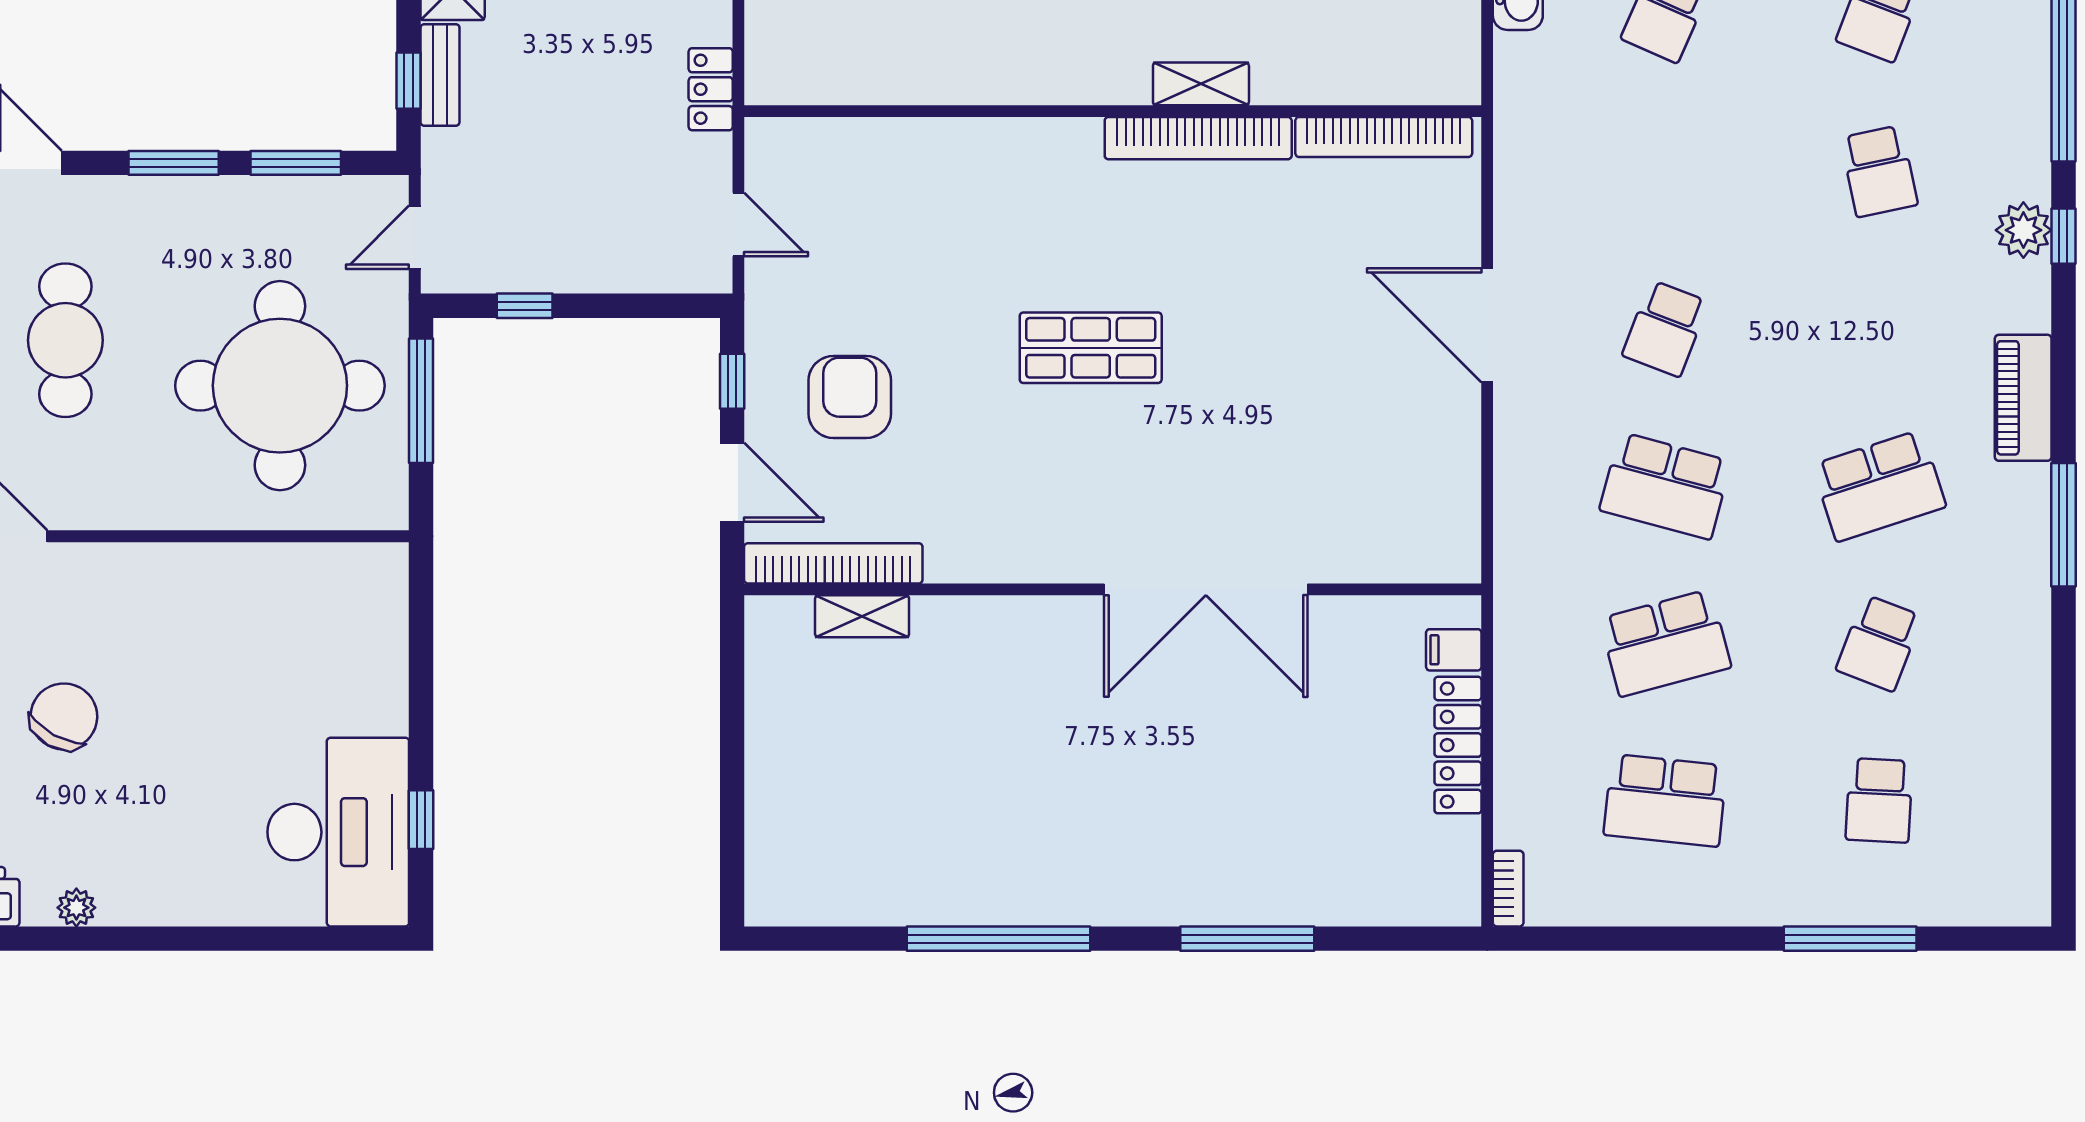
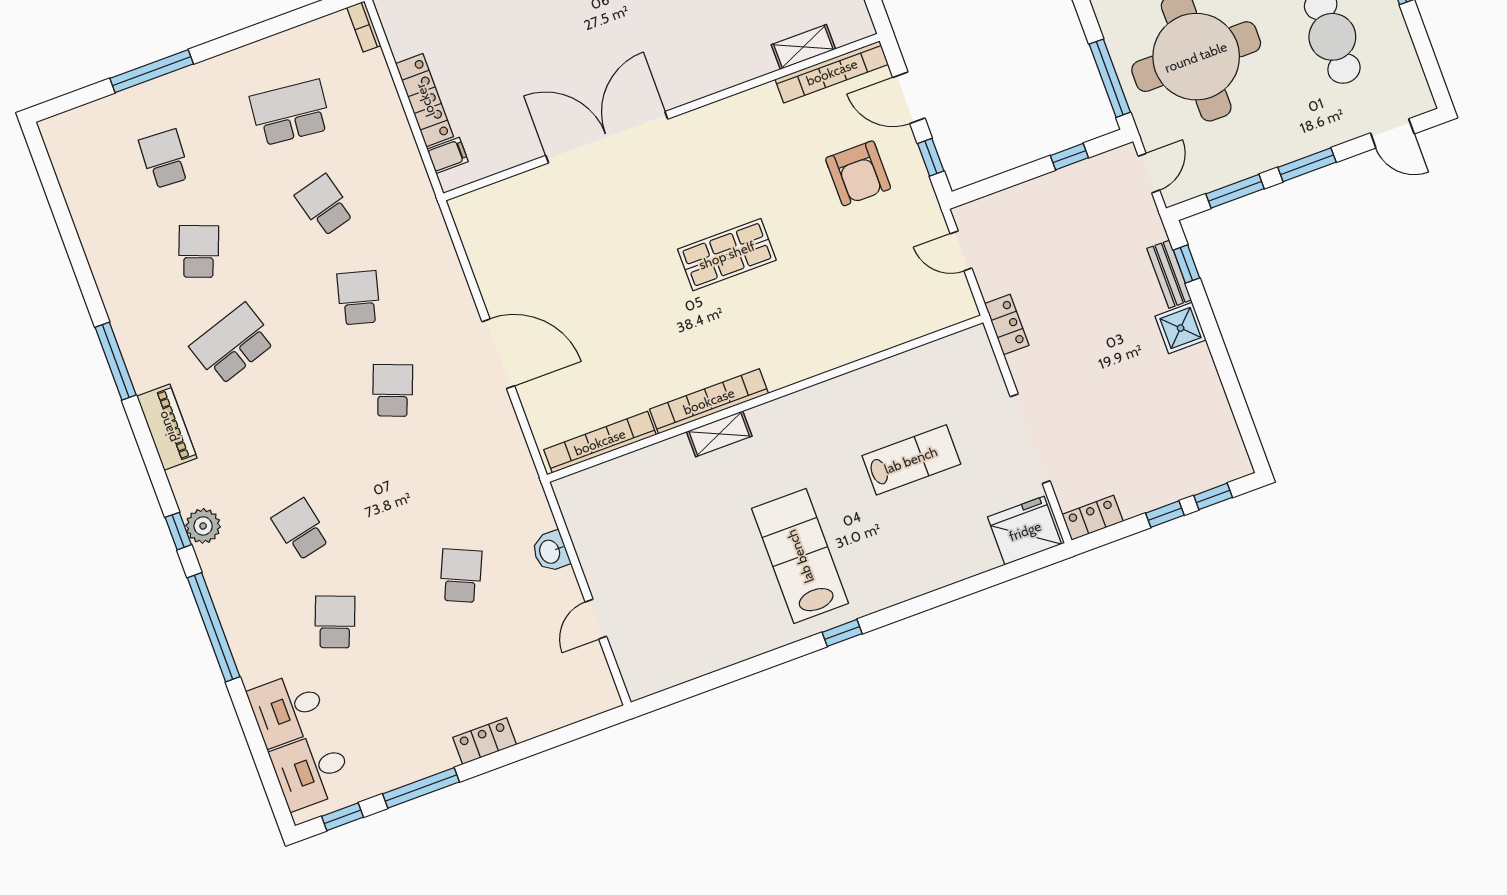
school desk: (1665, 486) -> (359, 298), width x0.54
school desk: (1665, 643) -> (325, 205), width x0.54

